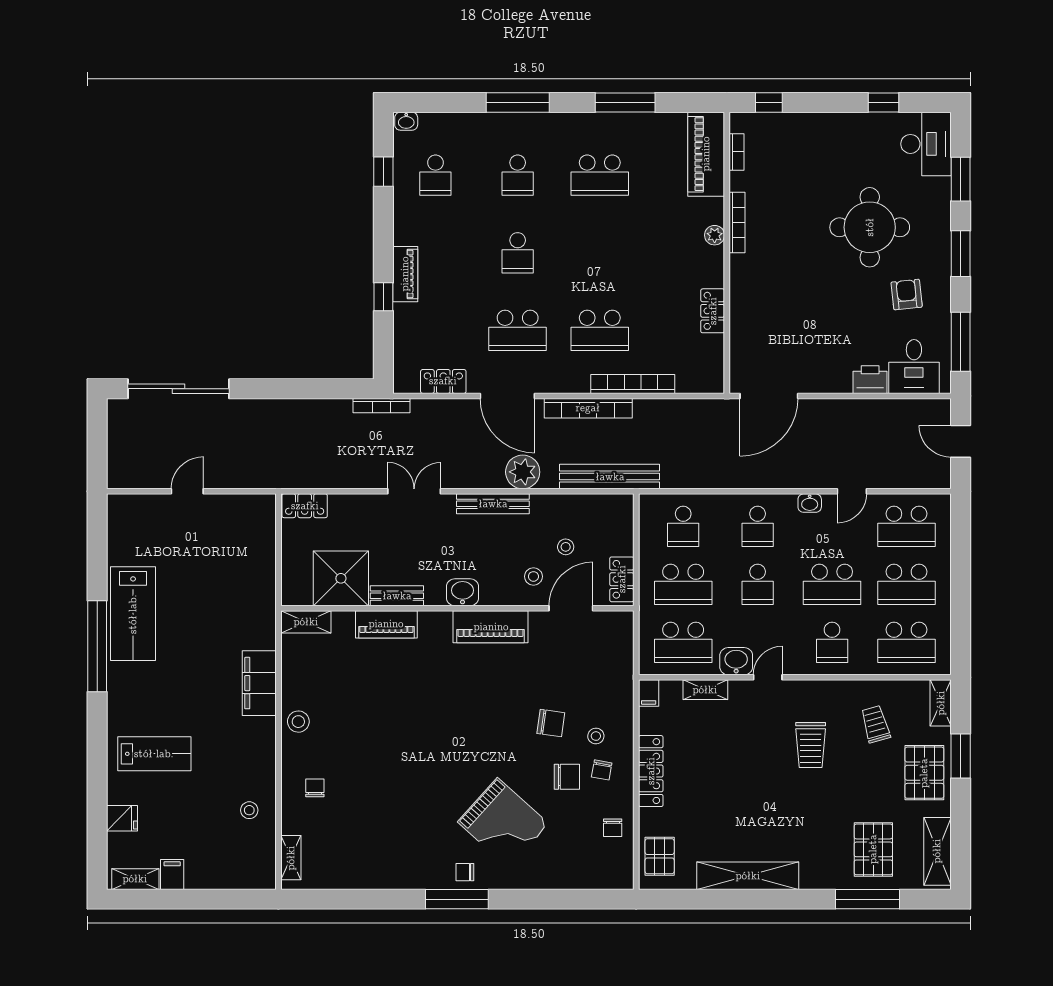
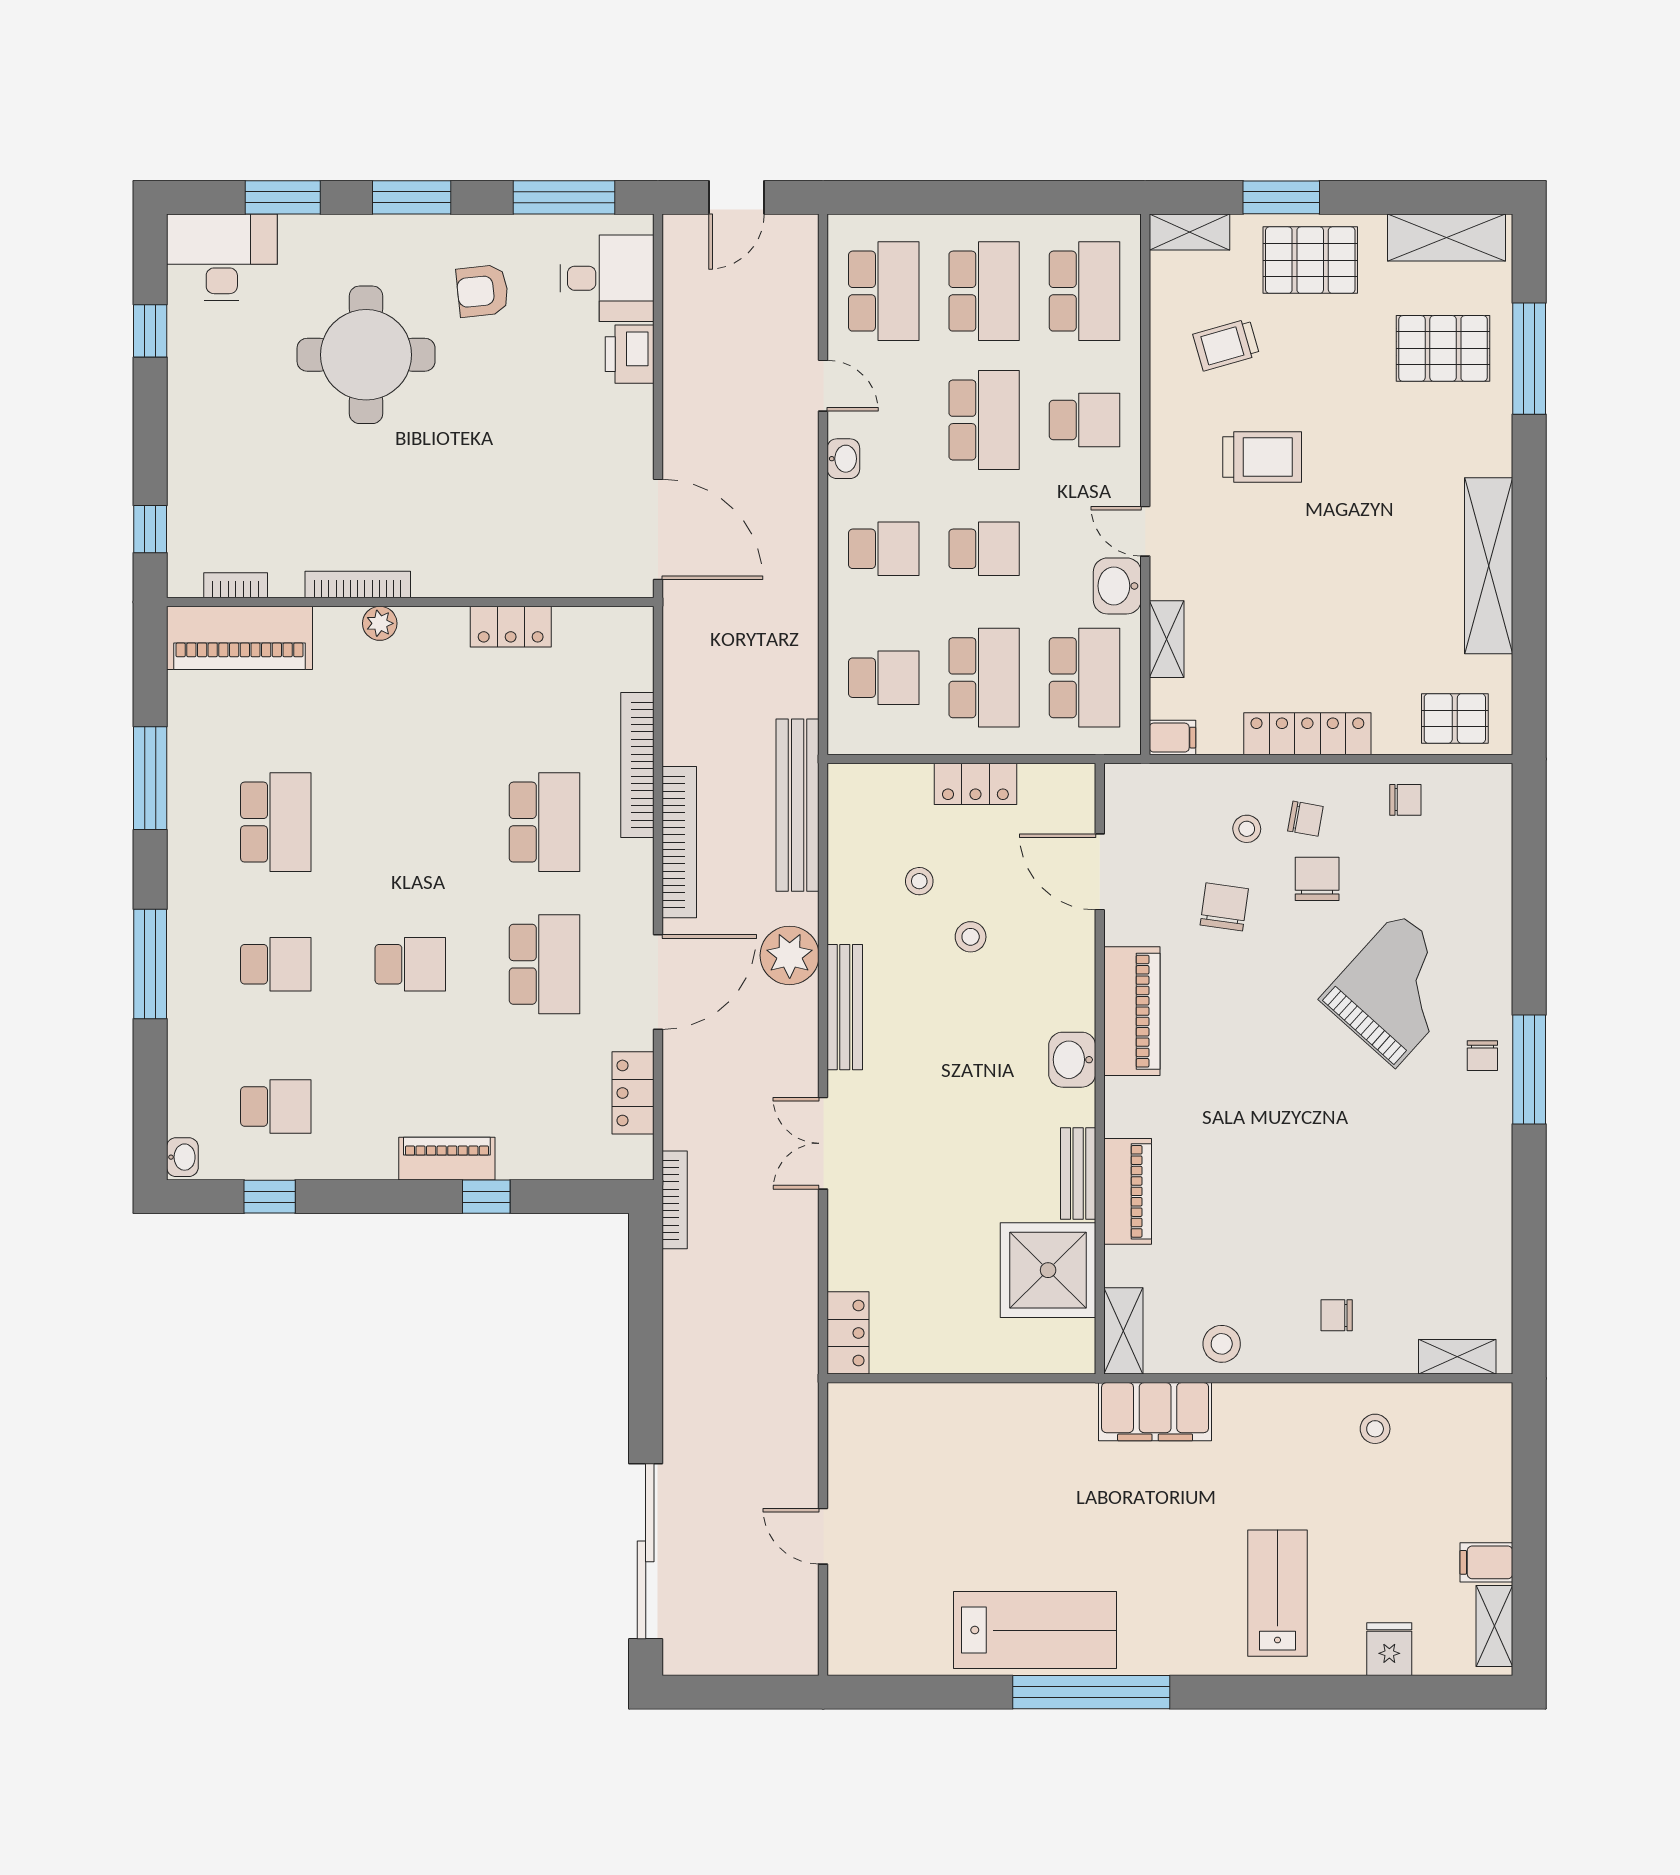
shower: (341, 578) -> (1048, 1270), moved
washbasin: (462, 592) -> (1072, 1060), moved
bench: (397, 596) -> (1078, 1173), moved
wall: (457, 608) -> (1100, 1069), moved
door: (571, 608) -> (1100, 872), moved
shelving: (306, 622) -> (1123, 1331), moved
piano: (386, 624) -> (1128, 1191), moved
piano: (491, 627) -> (1132, 1011), moved

